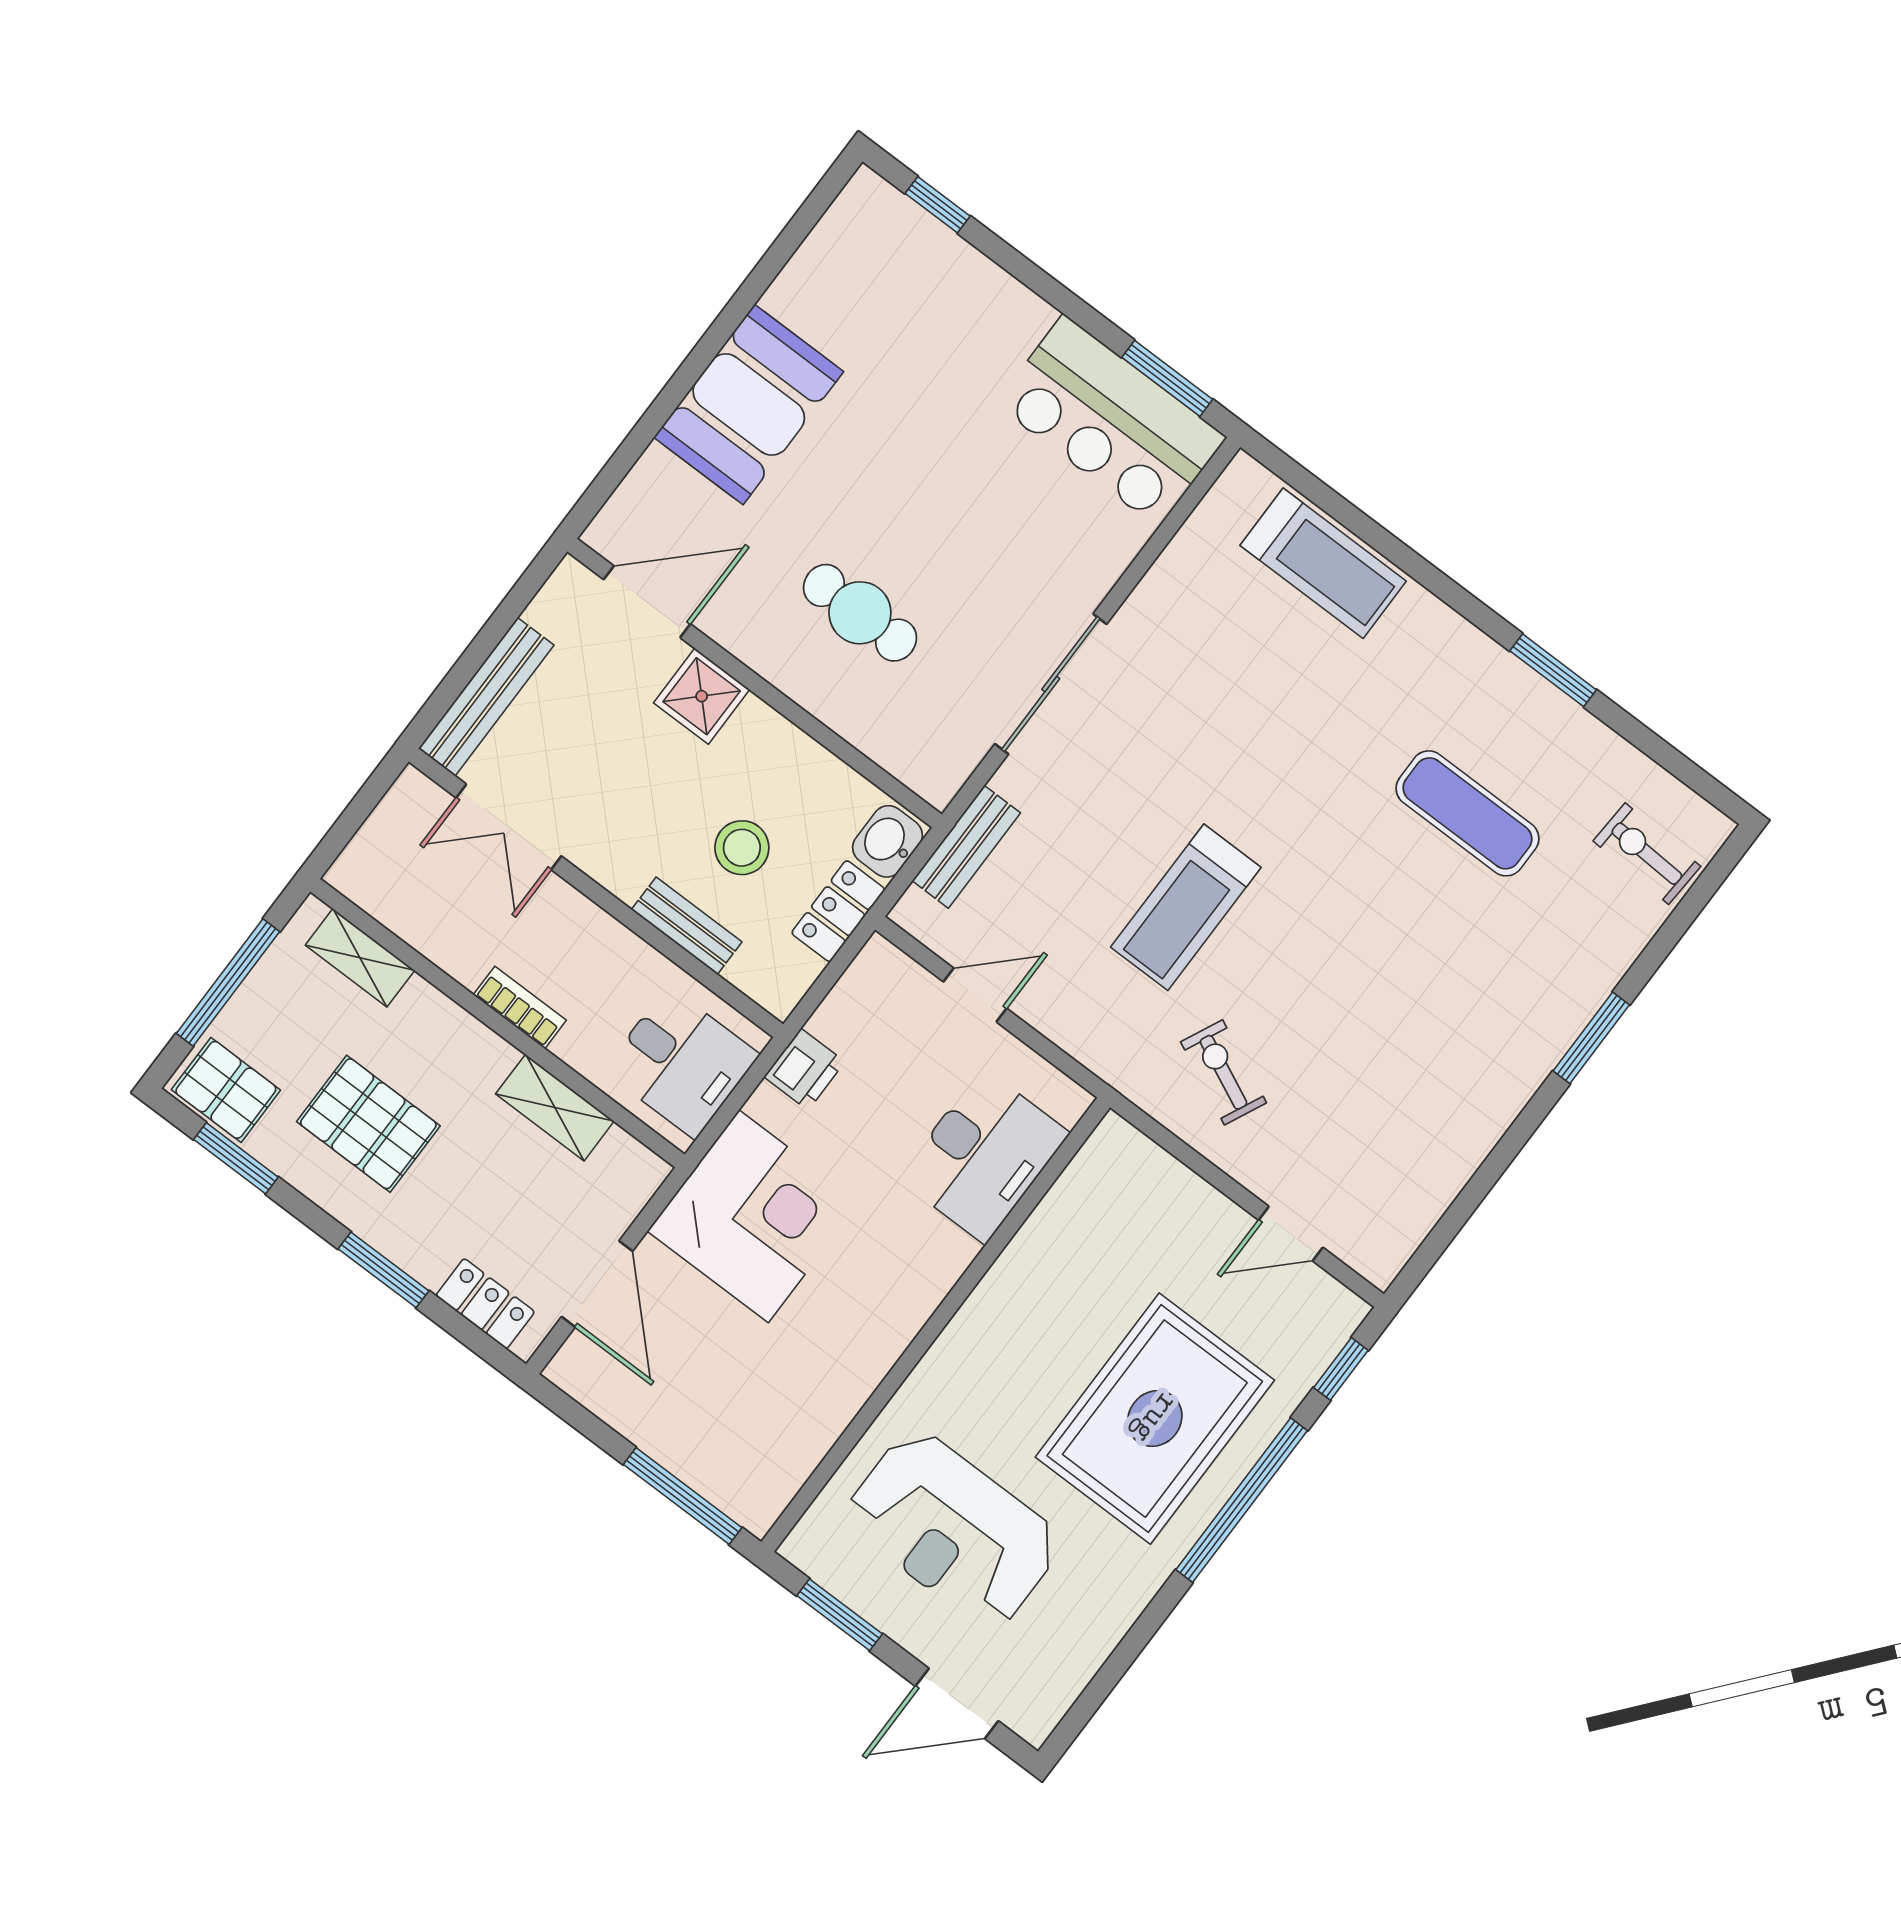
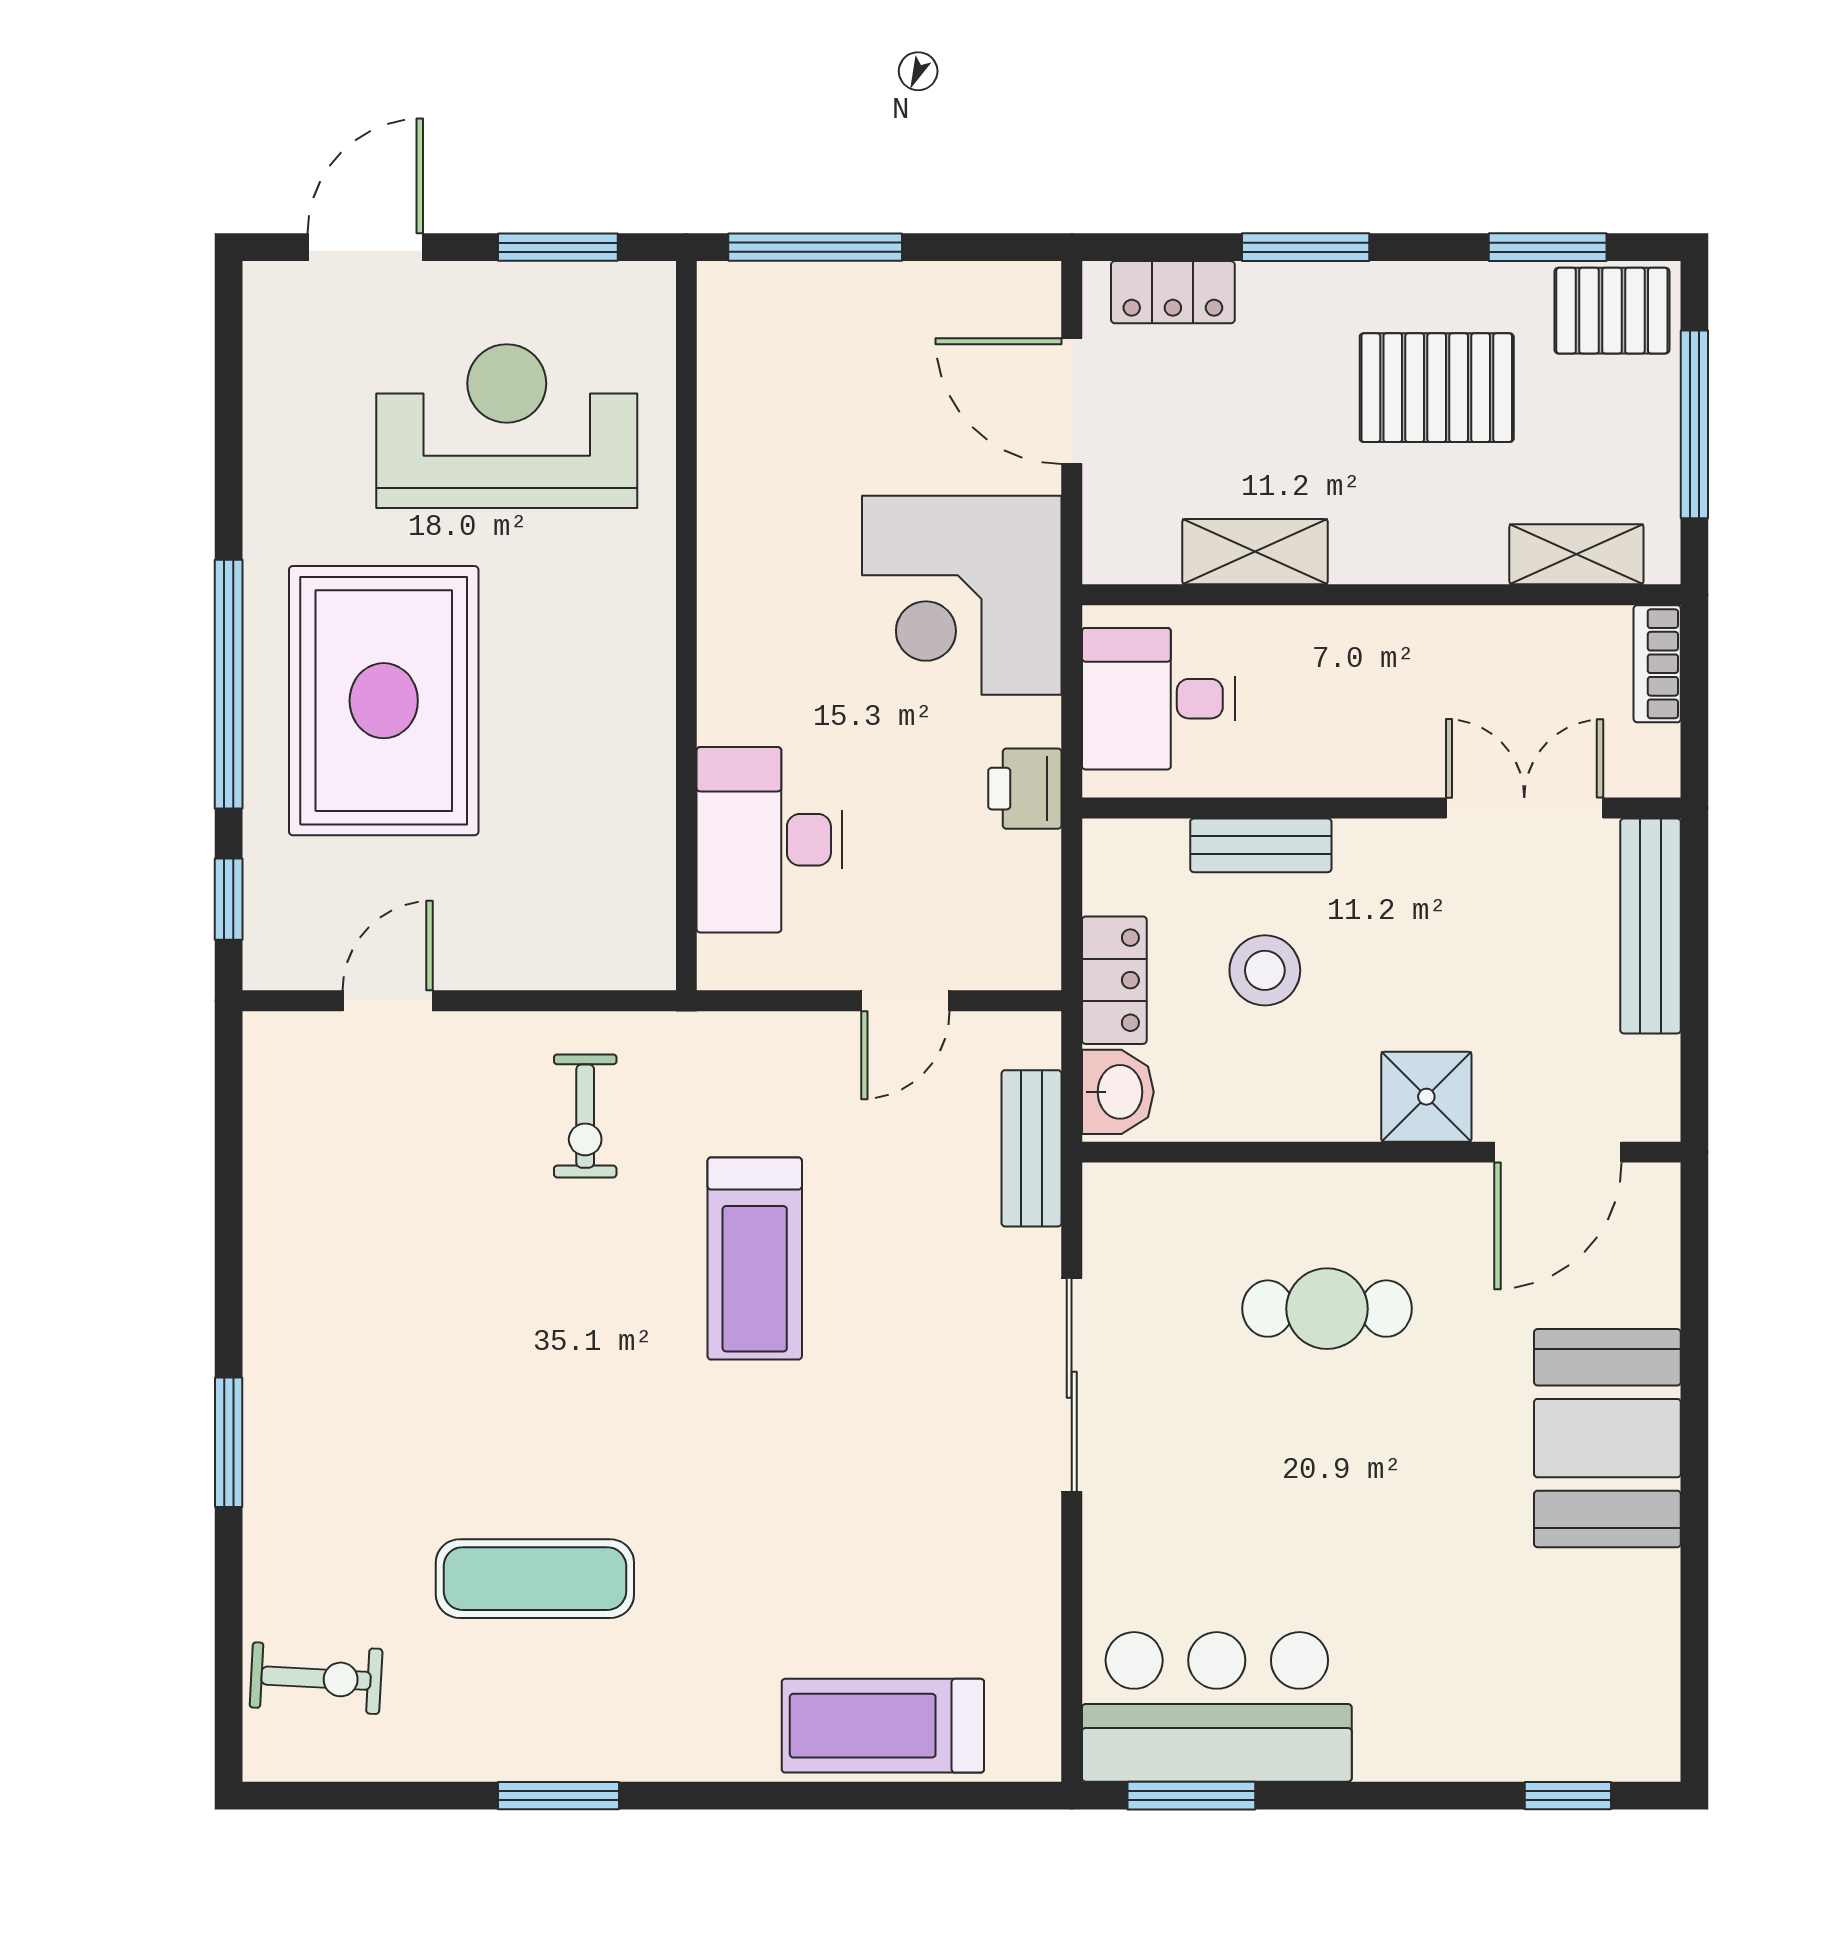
treadmill: (1186, 907) -> (755, 1259), turned 180
bookcase: (520, 1007) -> (1657, 664), moved, turned 90
exercise bike: (1224, 1072) -> (585, 1116), turned 65

